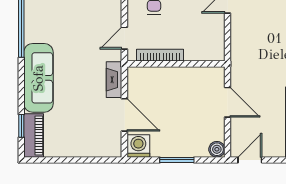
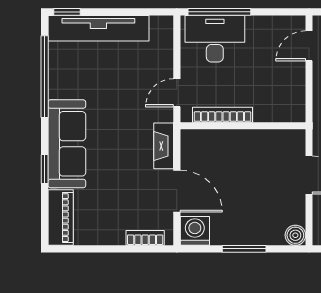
window: (21, 126) -> (45, 169), moved
bookcase: (100, 151) -> (145, 238), added

